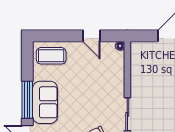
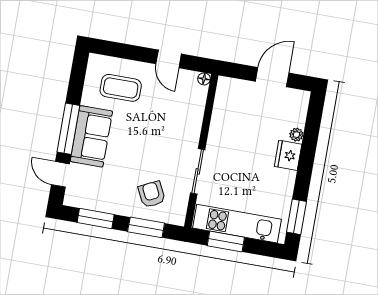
coffee table: (51, 56) -> (121, 88), moved

